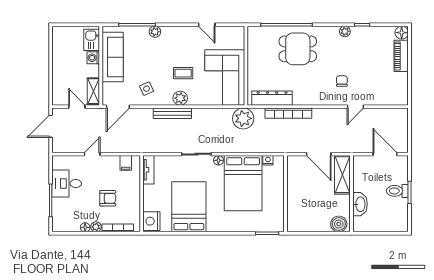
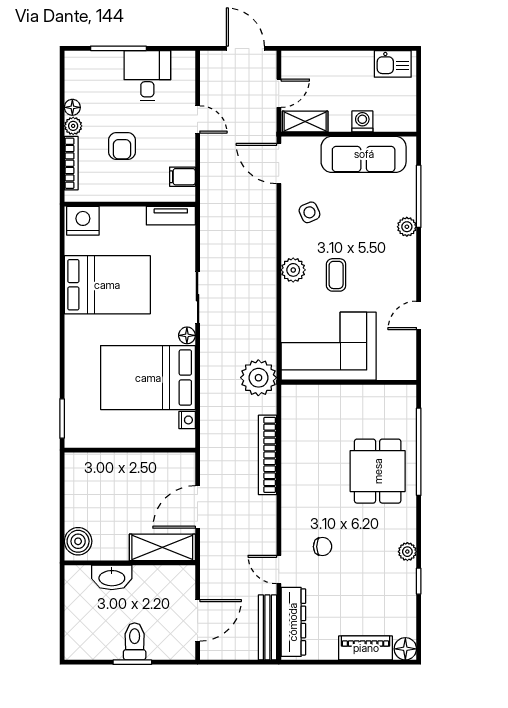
kitchen sink: (92, 40) -> (393, 64), moved, turned 180
dresser: (272, 98) -> (293, 622), moved
bench: (172, 113) -> (267, 627), moved

